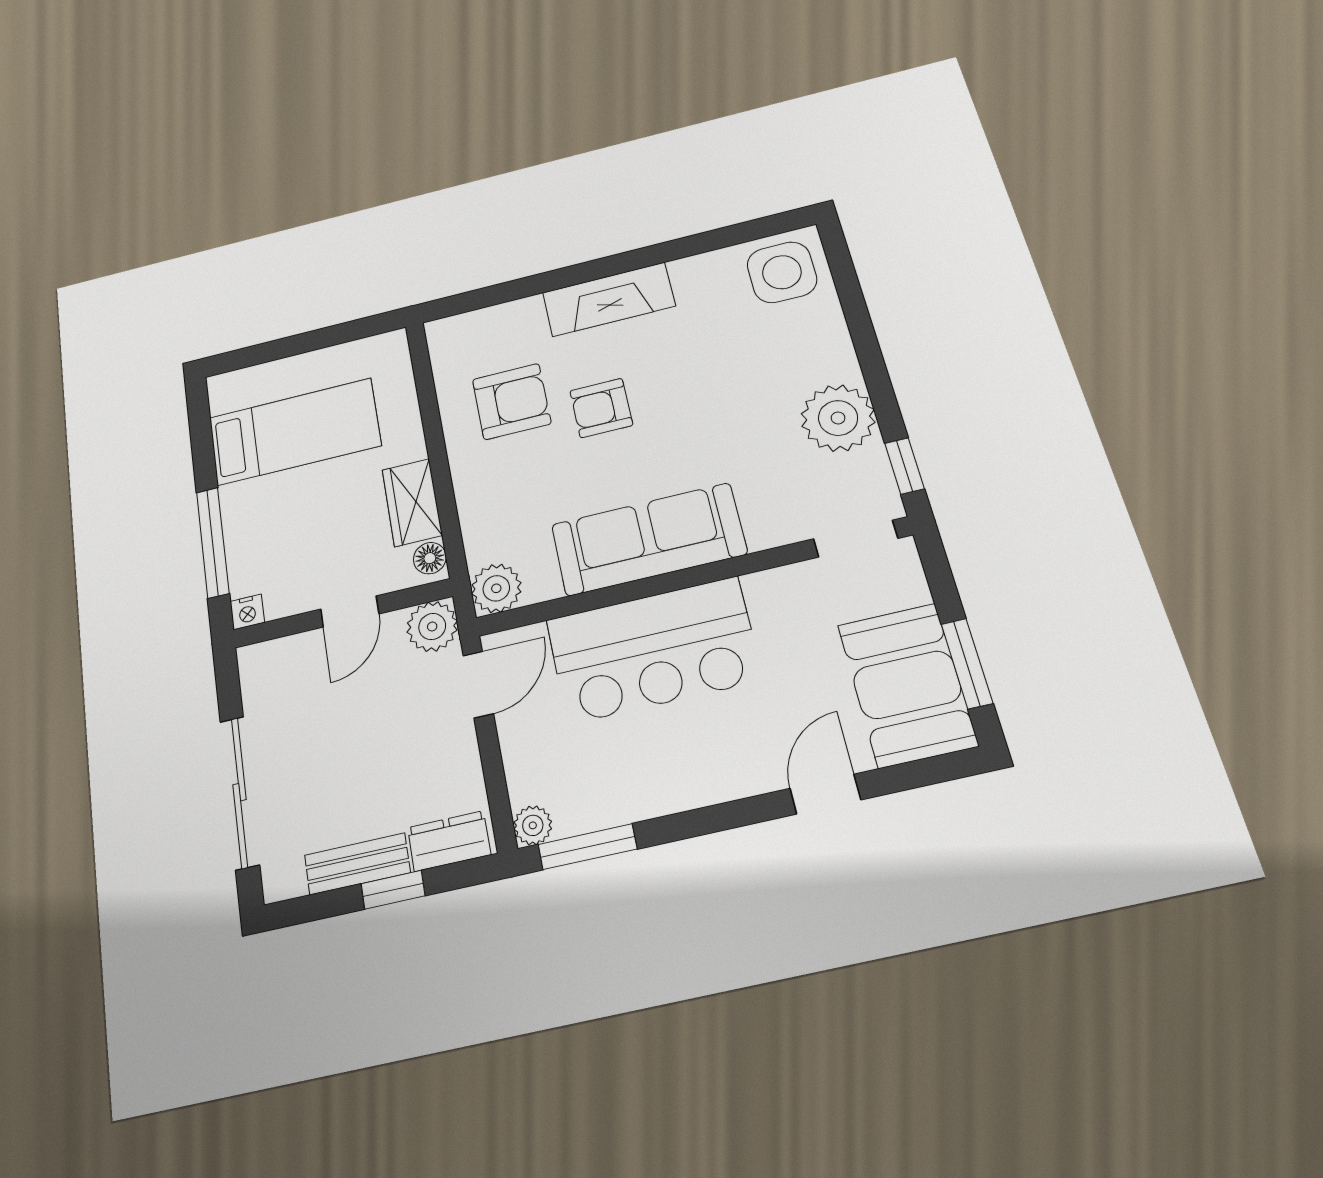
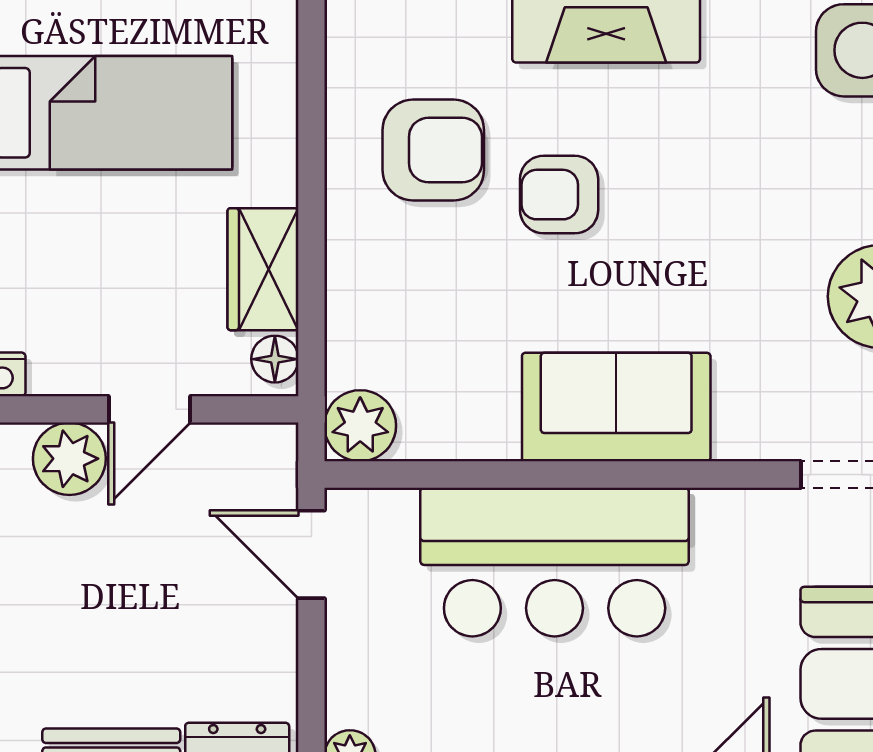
sofa: (649, 539) -> (616, 407), width x0.73
plant: (432, 626) -> (69, 459), moved
door: (478, 684) -> (311, 554), swing flipped

